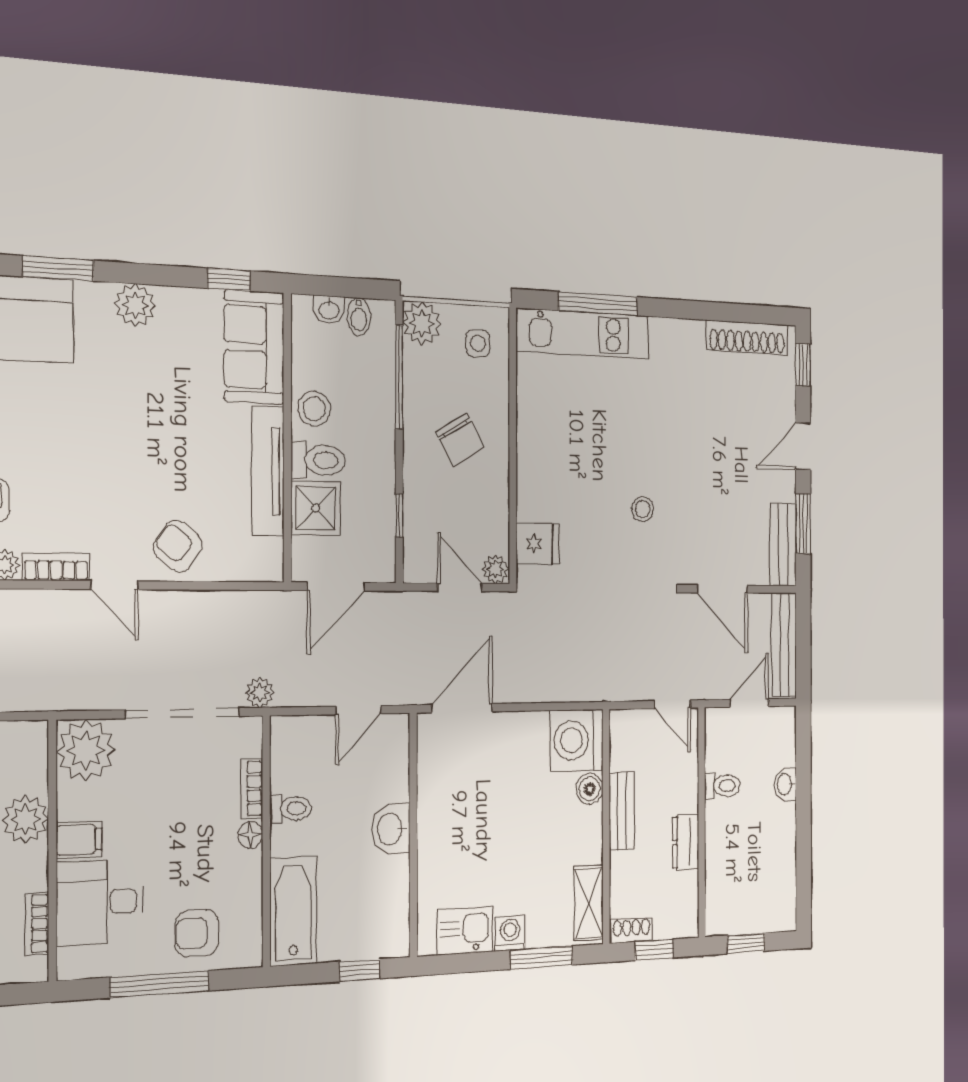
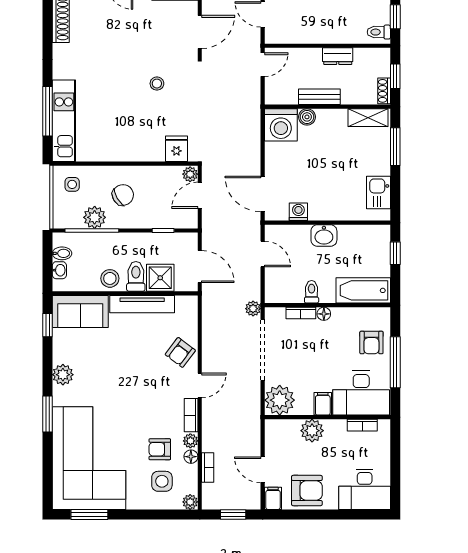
plant: (422, 323) -> (95, 217), moved
toilet: (722, 786) -> (379, 32), moved, turned -90
desk: (100, 902) -> (361, 393), width x1.37
washing machine: (510, 933) -> (298, 212), moved, turned 90

